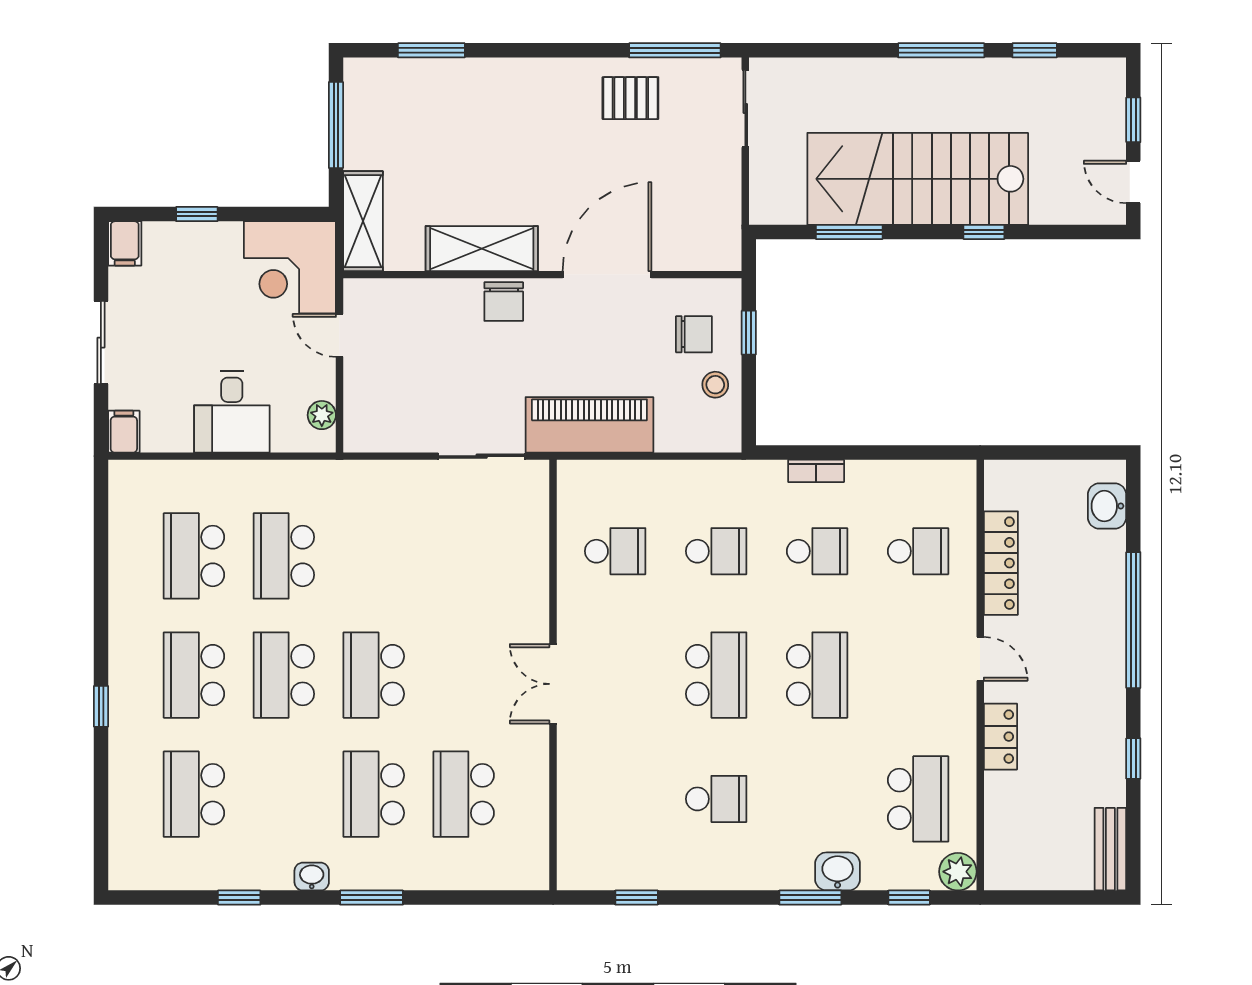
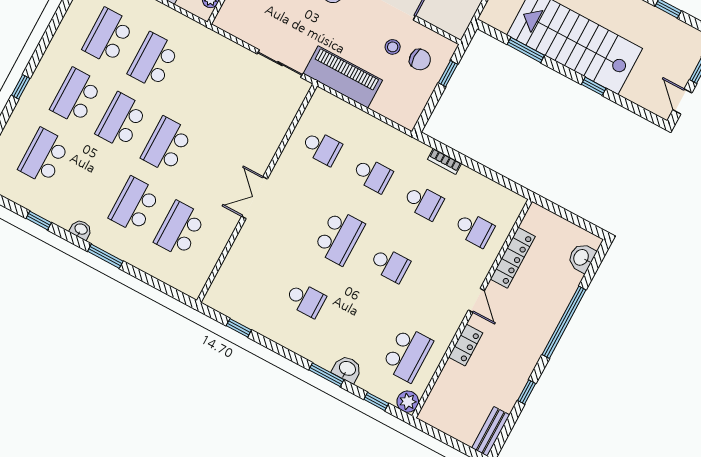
stool: (715, 385) -> (393, 47), moved
school desk: (817, 675) -> (390, 265), width x0.54

